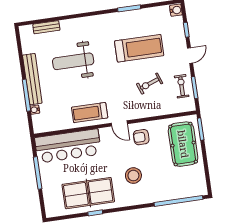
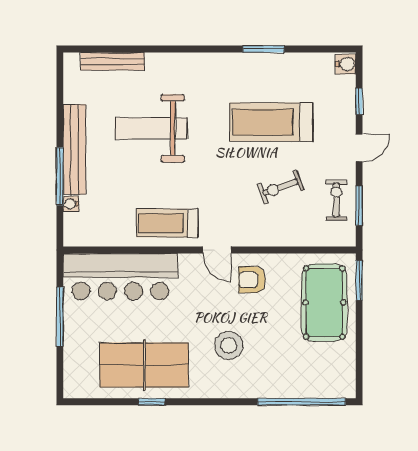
bench: (46, 27) -> (112, 61), width x1.36
treadmill: (139, 48) -> (271, 122), turned 180

